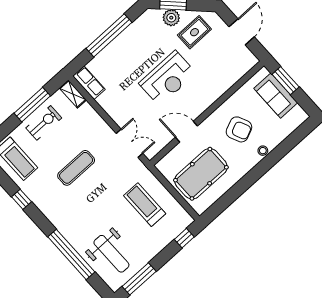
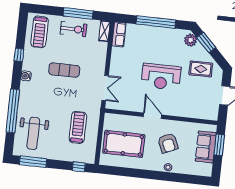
plant: (171, 18) -> (191, 40), moved
door: (186, 132) -> (152, 116), moved
water cooler: (48, 211) -> (26, 76), added

